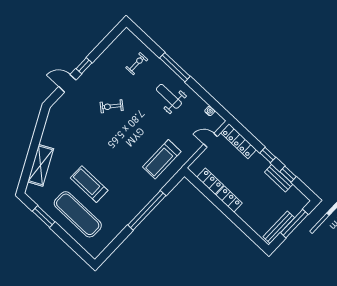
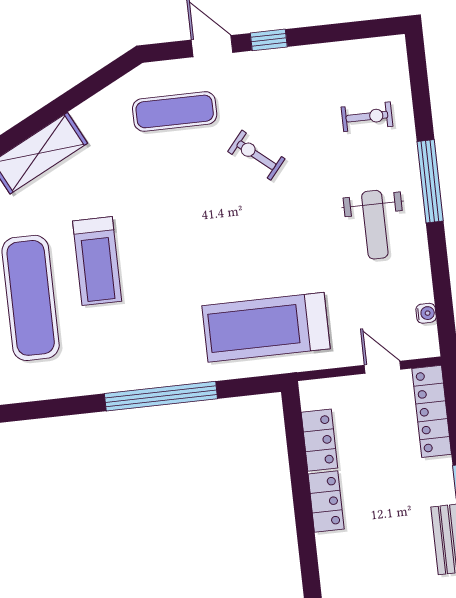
weight bench: (169, 96) -> (375, 225), turned 180
exercise mat: (73, 115) -> (175, 111), added
treadmill: (162, 159) -> (266, 327), width x1.37, depth x1.38
treadmill: (89, 184) -> (97, 261), turned 180

